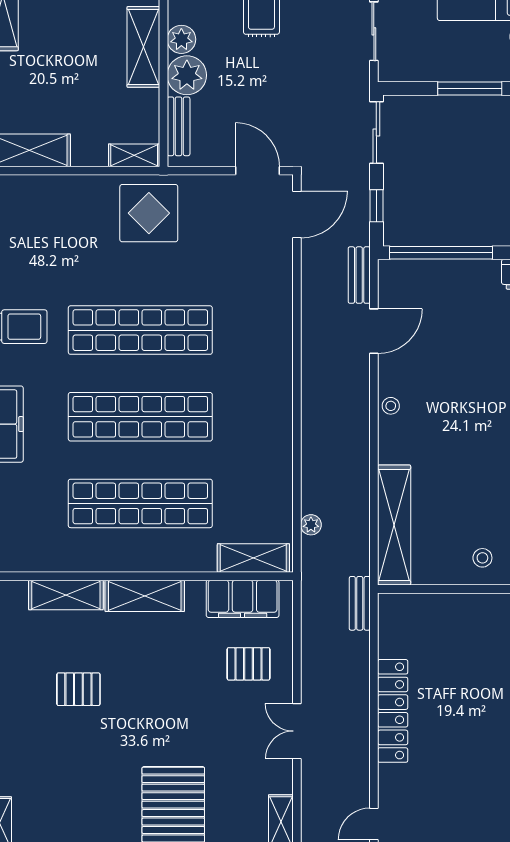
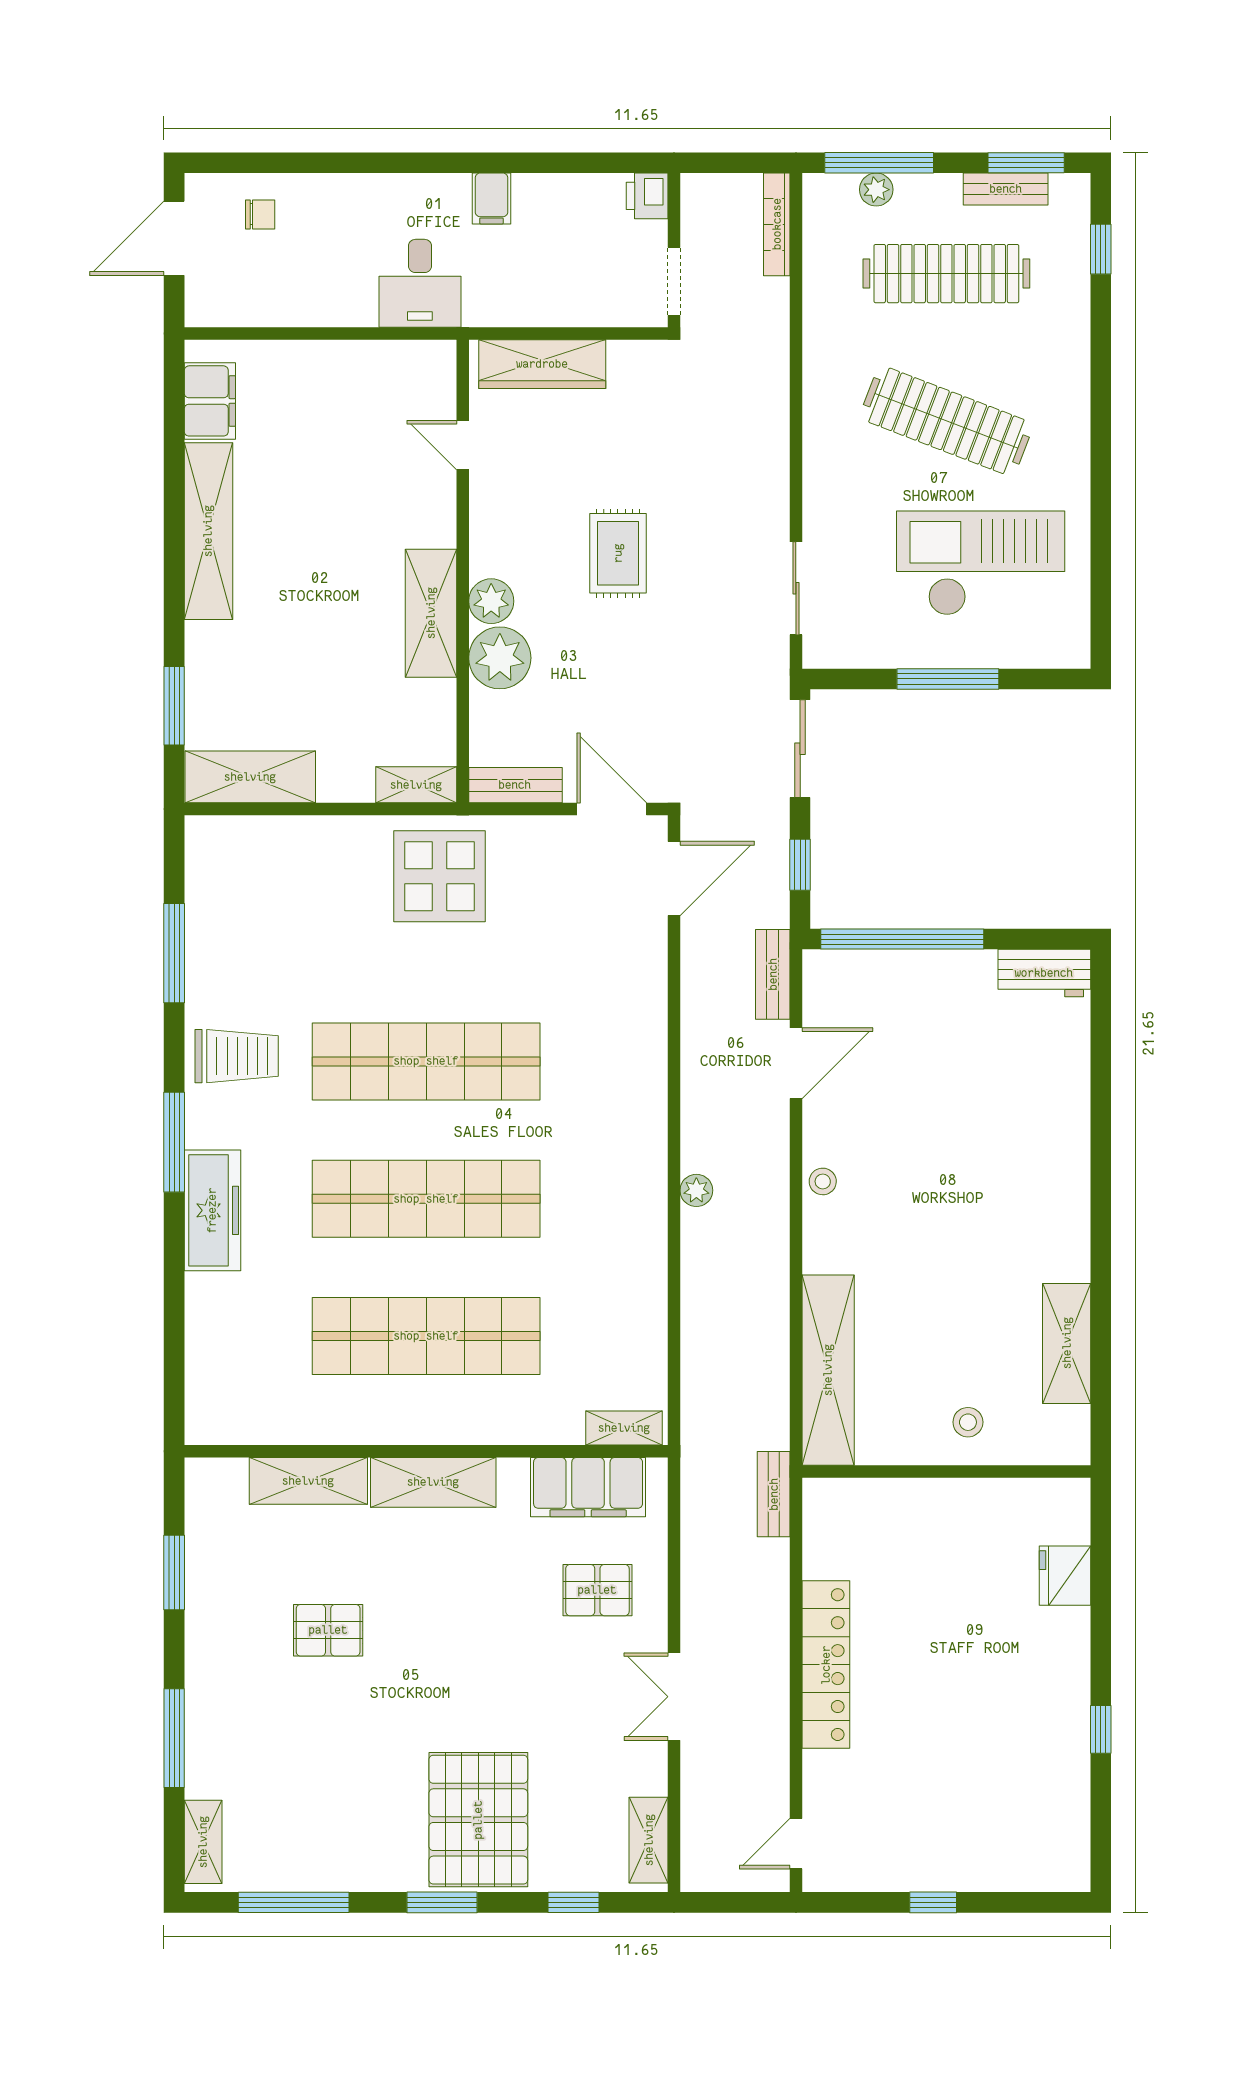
bench: (179, 126) -> (515, 785), moved, turned 90
plant: (311, 525) -> (696, 1190), moved
shelving: (253, 558) -> (624, 1428), width x0.67, depth x0.75

